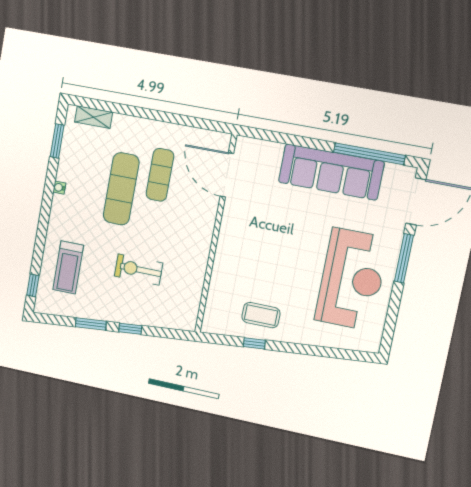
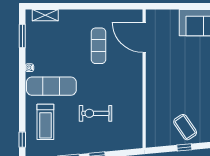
exercise mat: (121, 189) -> (51, 86), moved, turned 90
coffee table: (261, 315) -> (185, 127), turned 56

